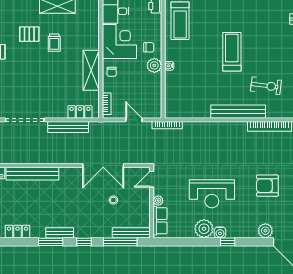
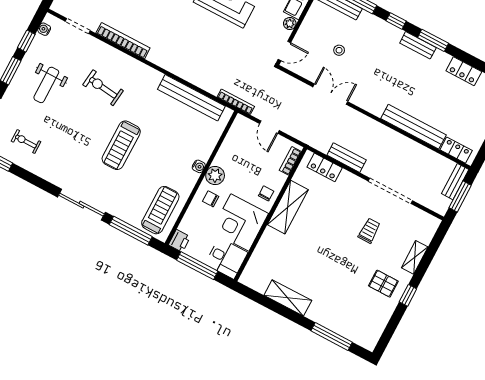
pallet: (29, 34) -> (335, 283), removed
trolley: (54, 43) -> (369, 231), moved
bench: (238, 112) -> (191, 98), moved
bench: (68, 127) -> (347, 158), width x0.73
double door: (103, 166) -> (330, 94), width x0.73

